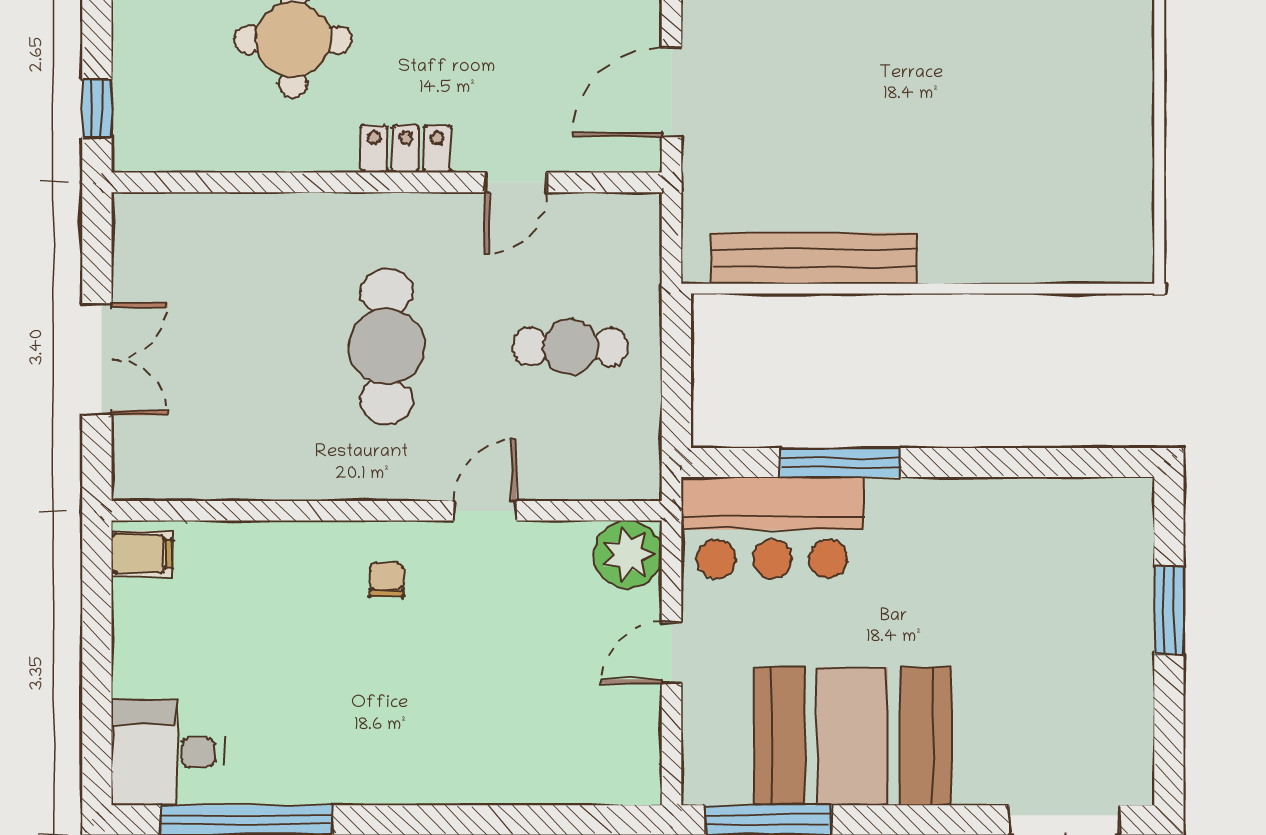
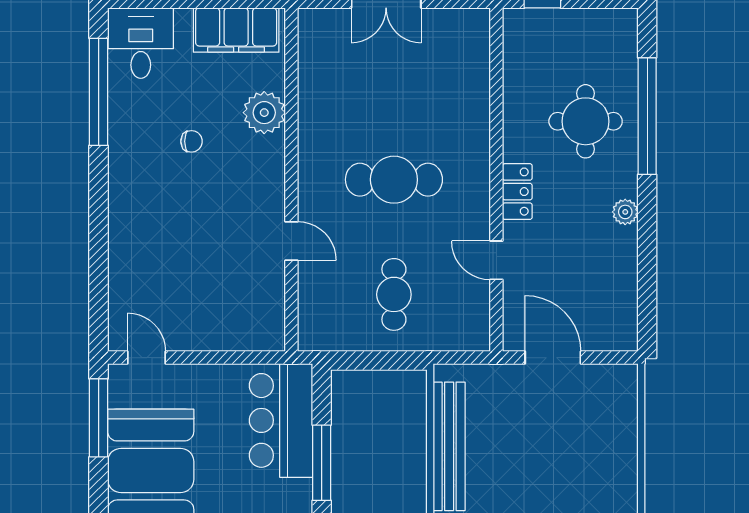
filing cabinet: (142, 554) -> (236, 30), width x3.00, depth x1.17
plant: (628, 554) -> (264, 113), moved
chair: (386, 580) -> (192, 141), moved
door: (671, 653) -> (146, 358), moved

